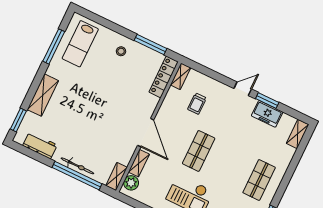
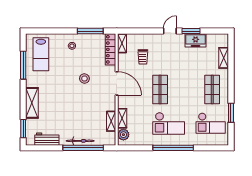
stool: (117, 96) -> (84, 79), added
door: (146, 133) -> (117, 83), moved
shelving: (298, 134) -> (224, 58), moved
shelving: (117, 177) -> (111, 121), moved

